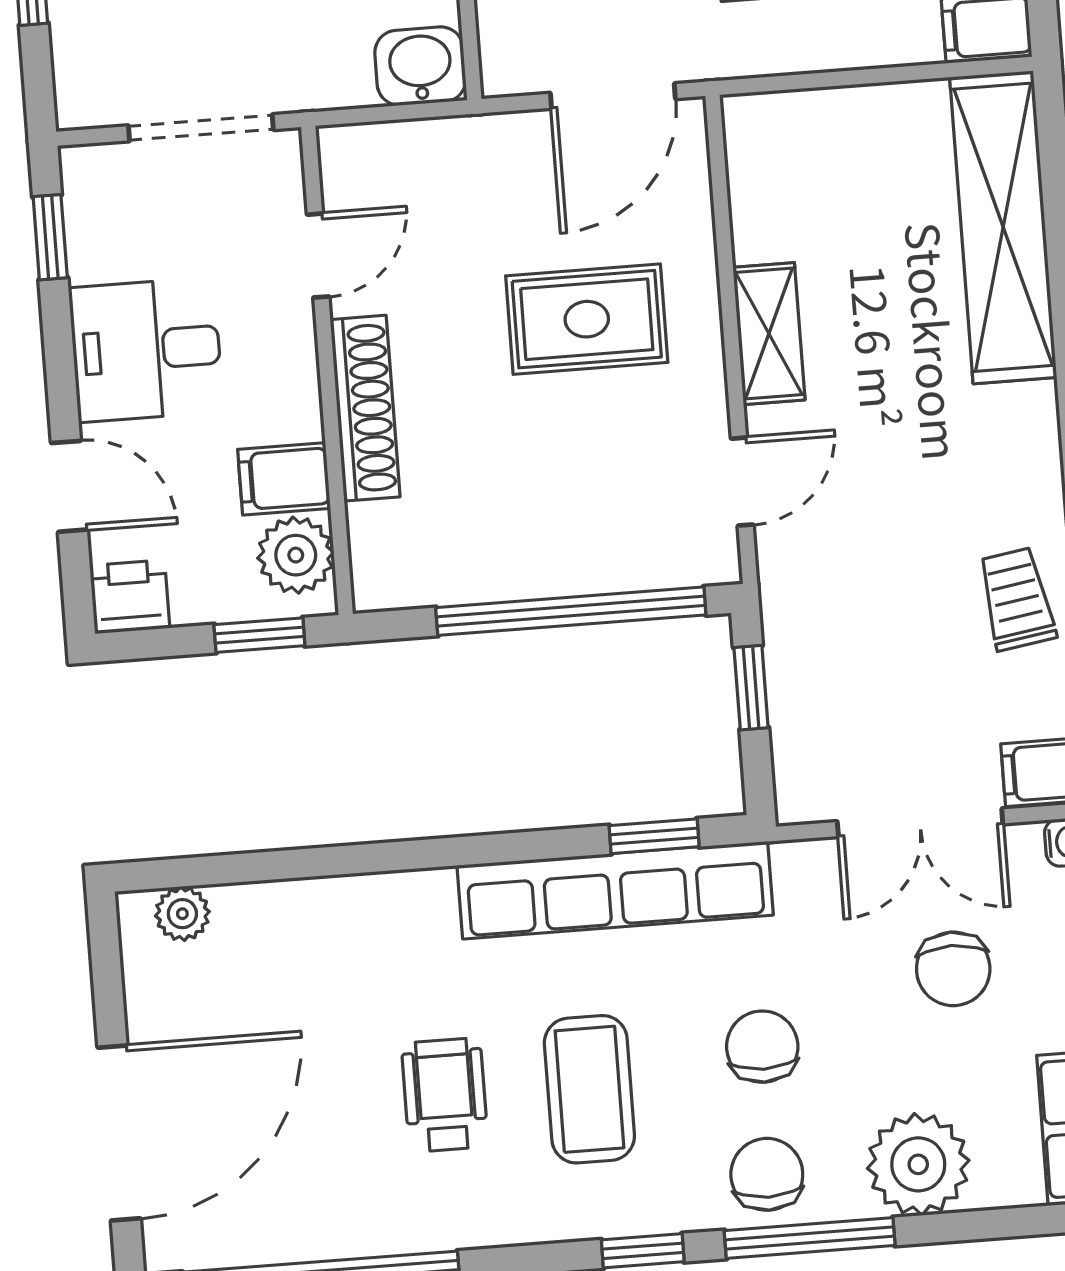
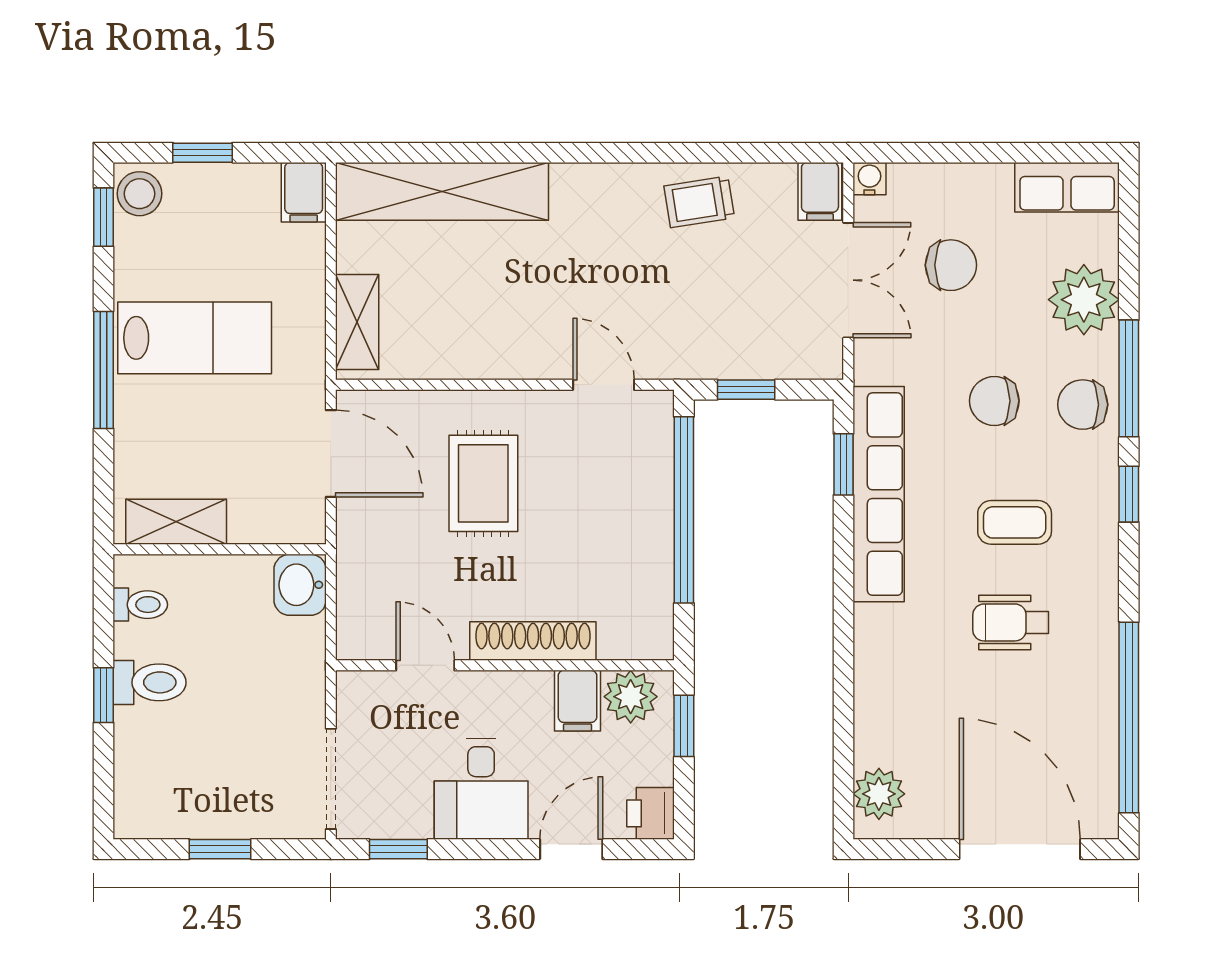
doorway: (201, 128) -> (331, 779), moved
shelving: (769, 334) -> (357, 322), moved, turned 90
plant: (182, 914) -> (879, 794), width x1.38, depth x1.38
coffee table: (589, 1089) -> (1015, 522), width x0.73, depth x0.77

